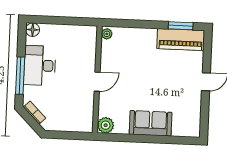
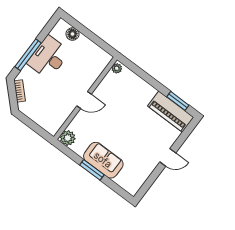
floor lamp: (33, 30) -> (72, 34), moved
window: (146, 139) -> (92, 170), added

